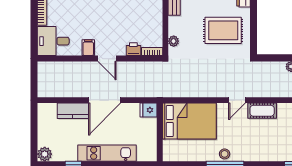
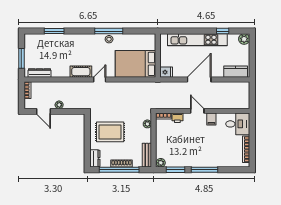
kitchen counter: (73, 111) -> (236, 72), moved
kitchen unit: (107, 153) -> (197, 40), width x1.36

